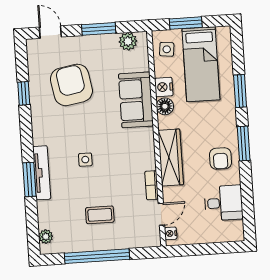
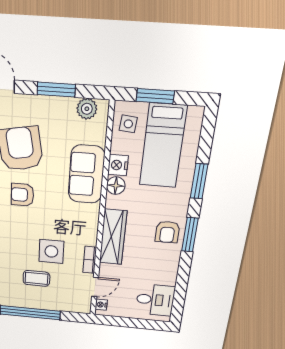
armchair: (77, 128) -> (22, 195), added
armchair: (220, 159) -> (167, 232), moved
side table: (85, 160) -> (51, 251), moved, width x1.87, depth x1.87
desk: (224, 203) -> (155, 300), moved

